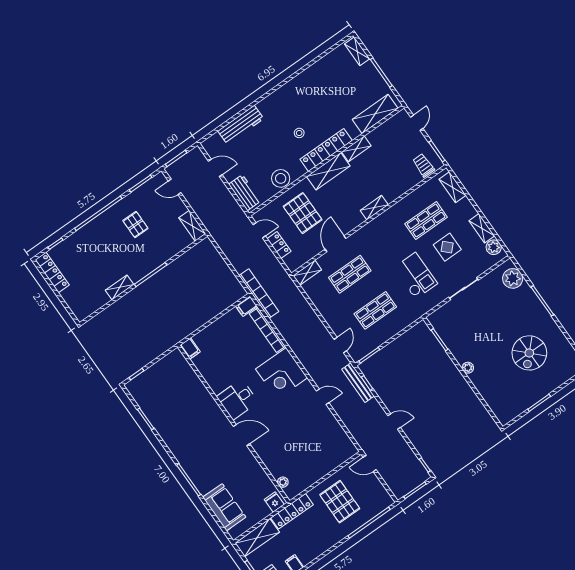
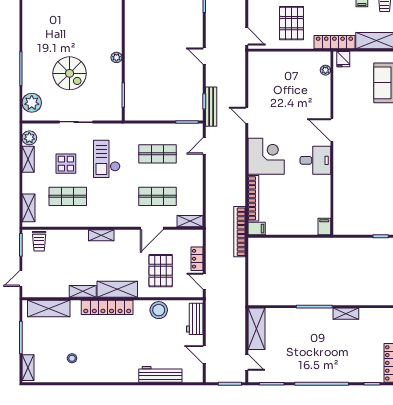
stool: (299, 133) -> (72, 358), moved
pallet: (135, 225) -> (298, 354), removed
shelving: (192, 226) -> (256, 329), width x1.50, depth x1.33
spiral stairs: (529, 353) -> (70, 73), moved, turned 90

